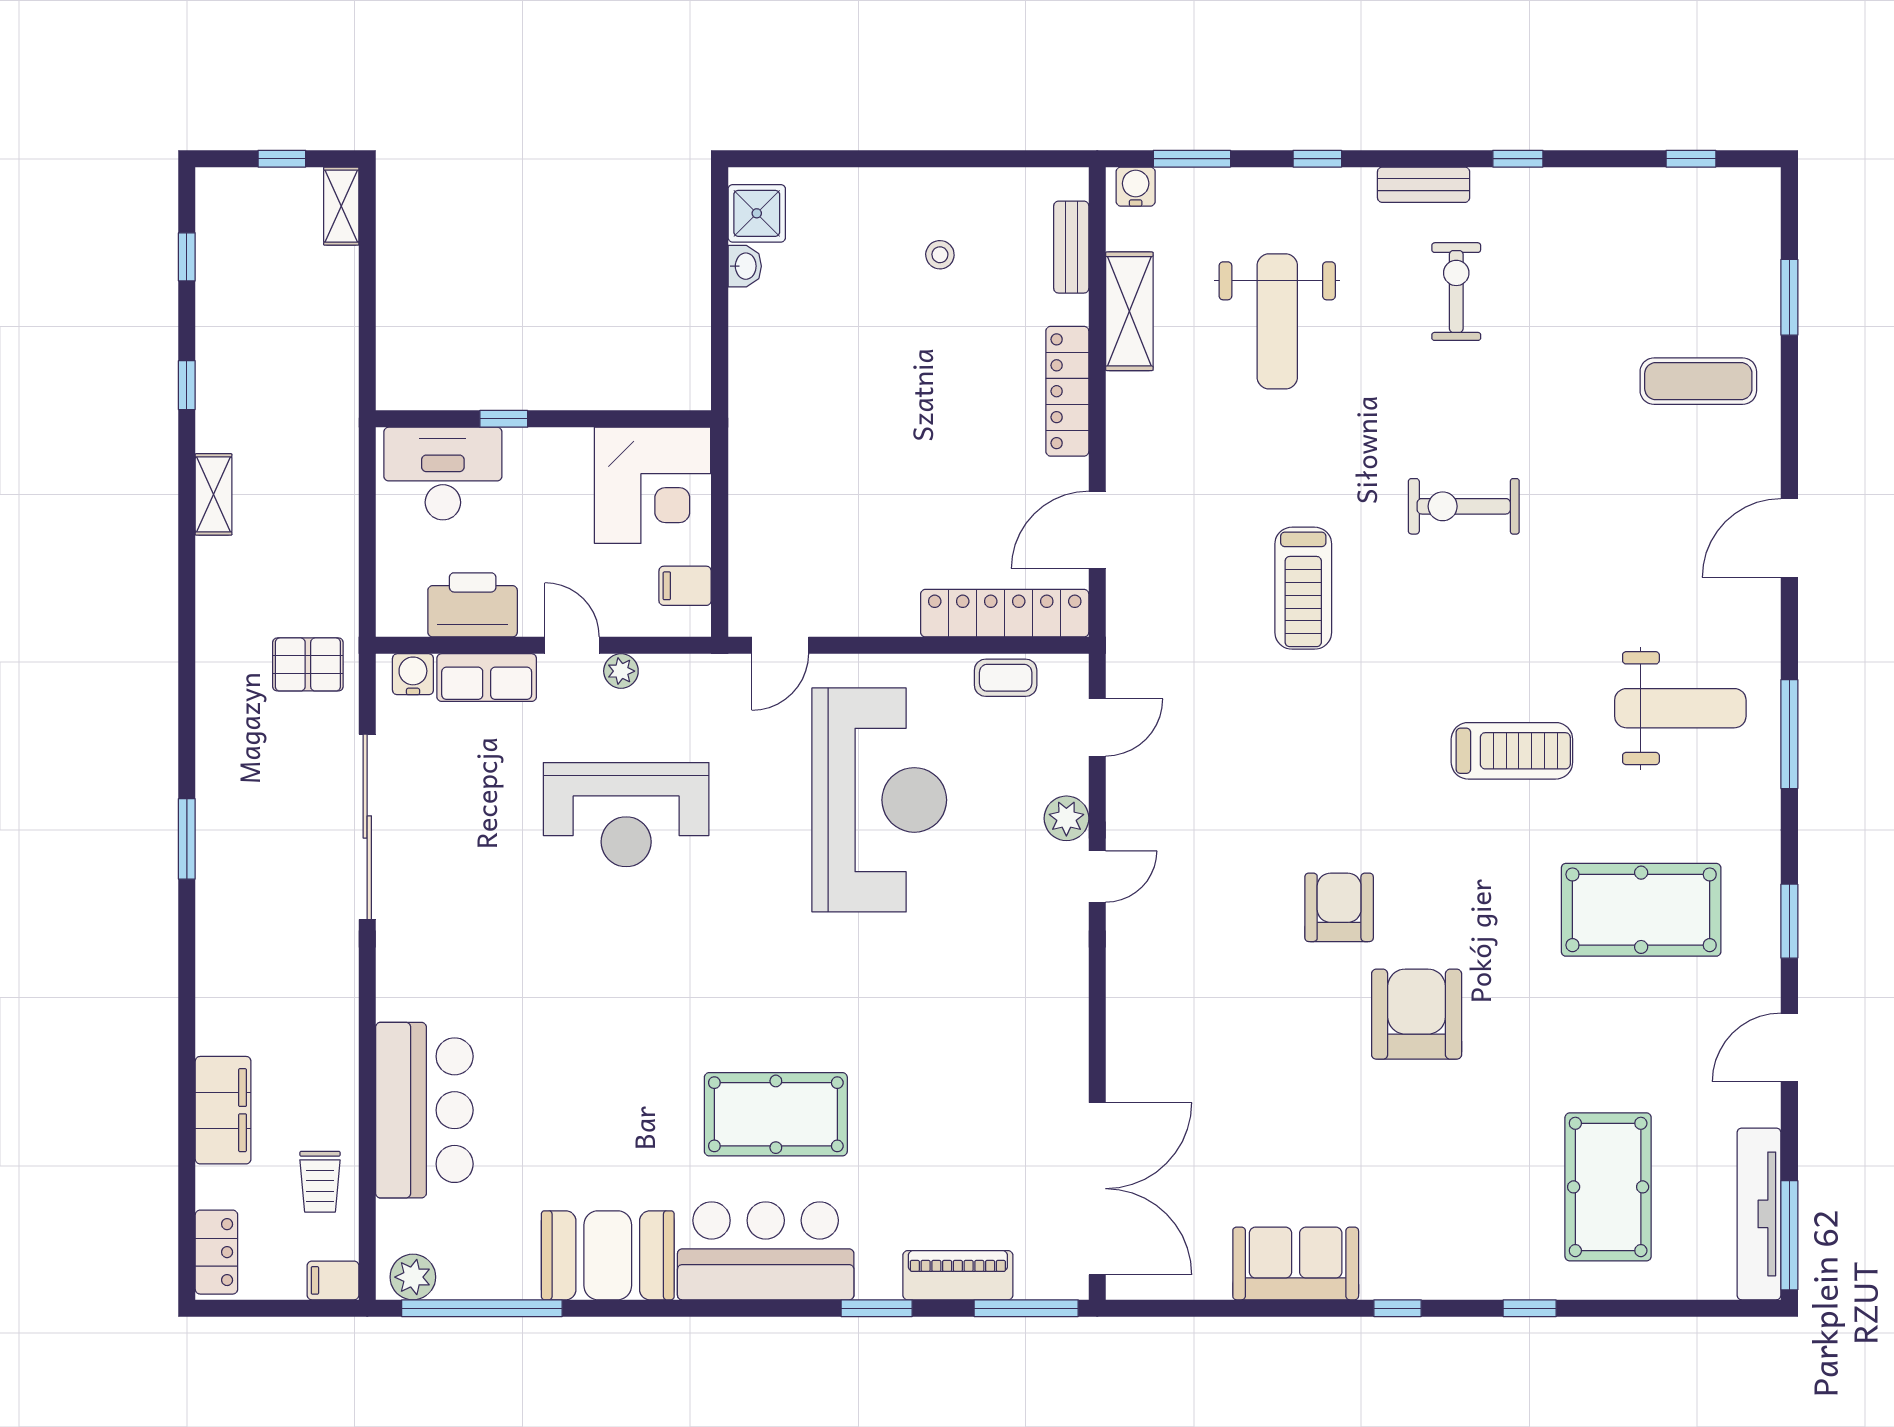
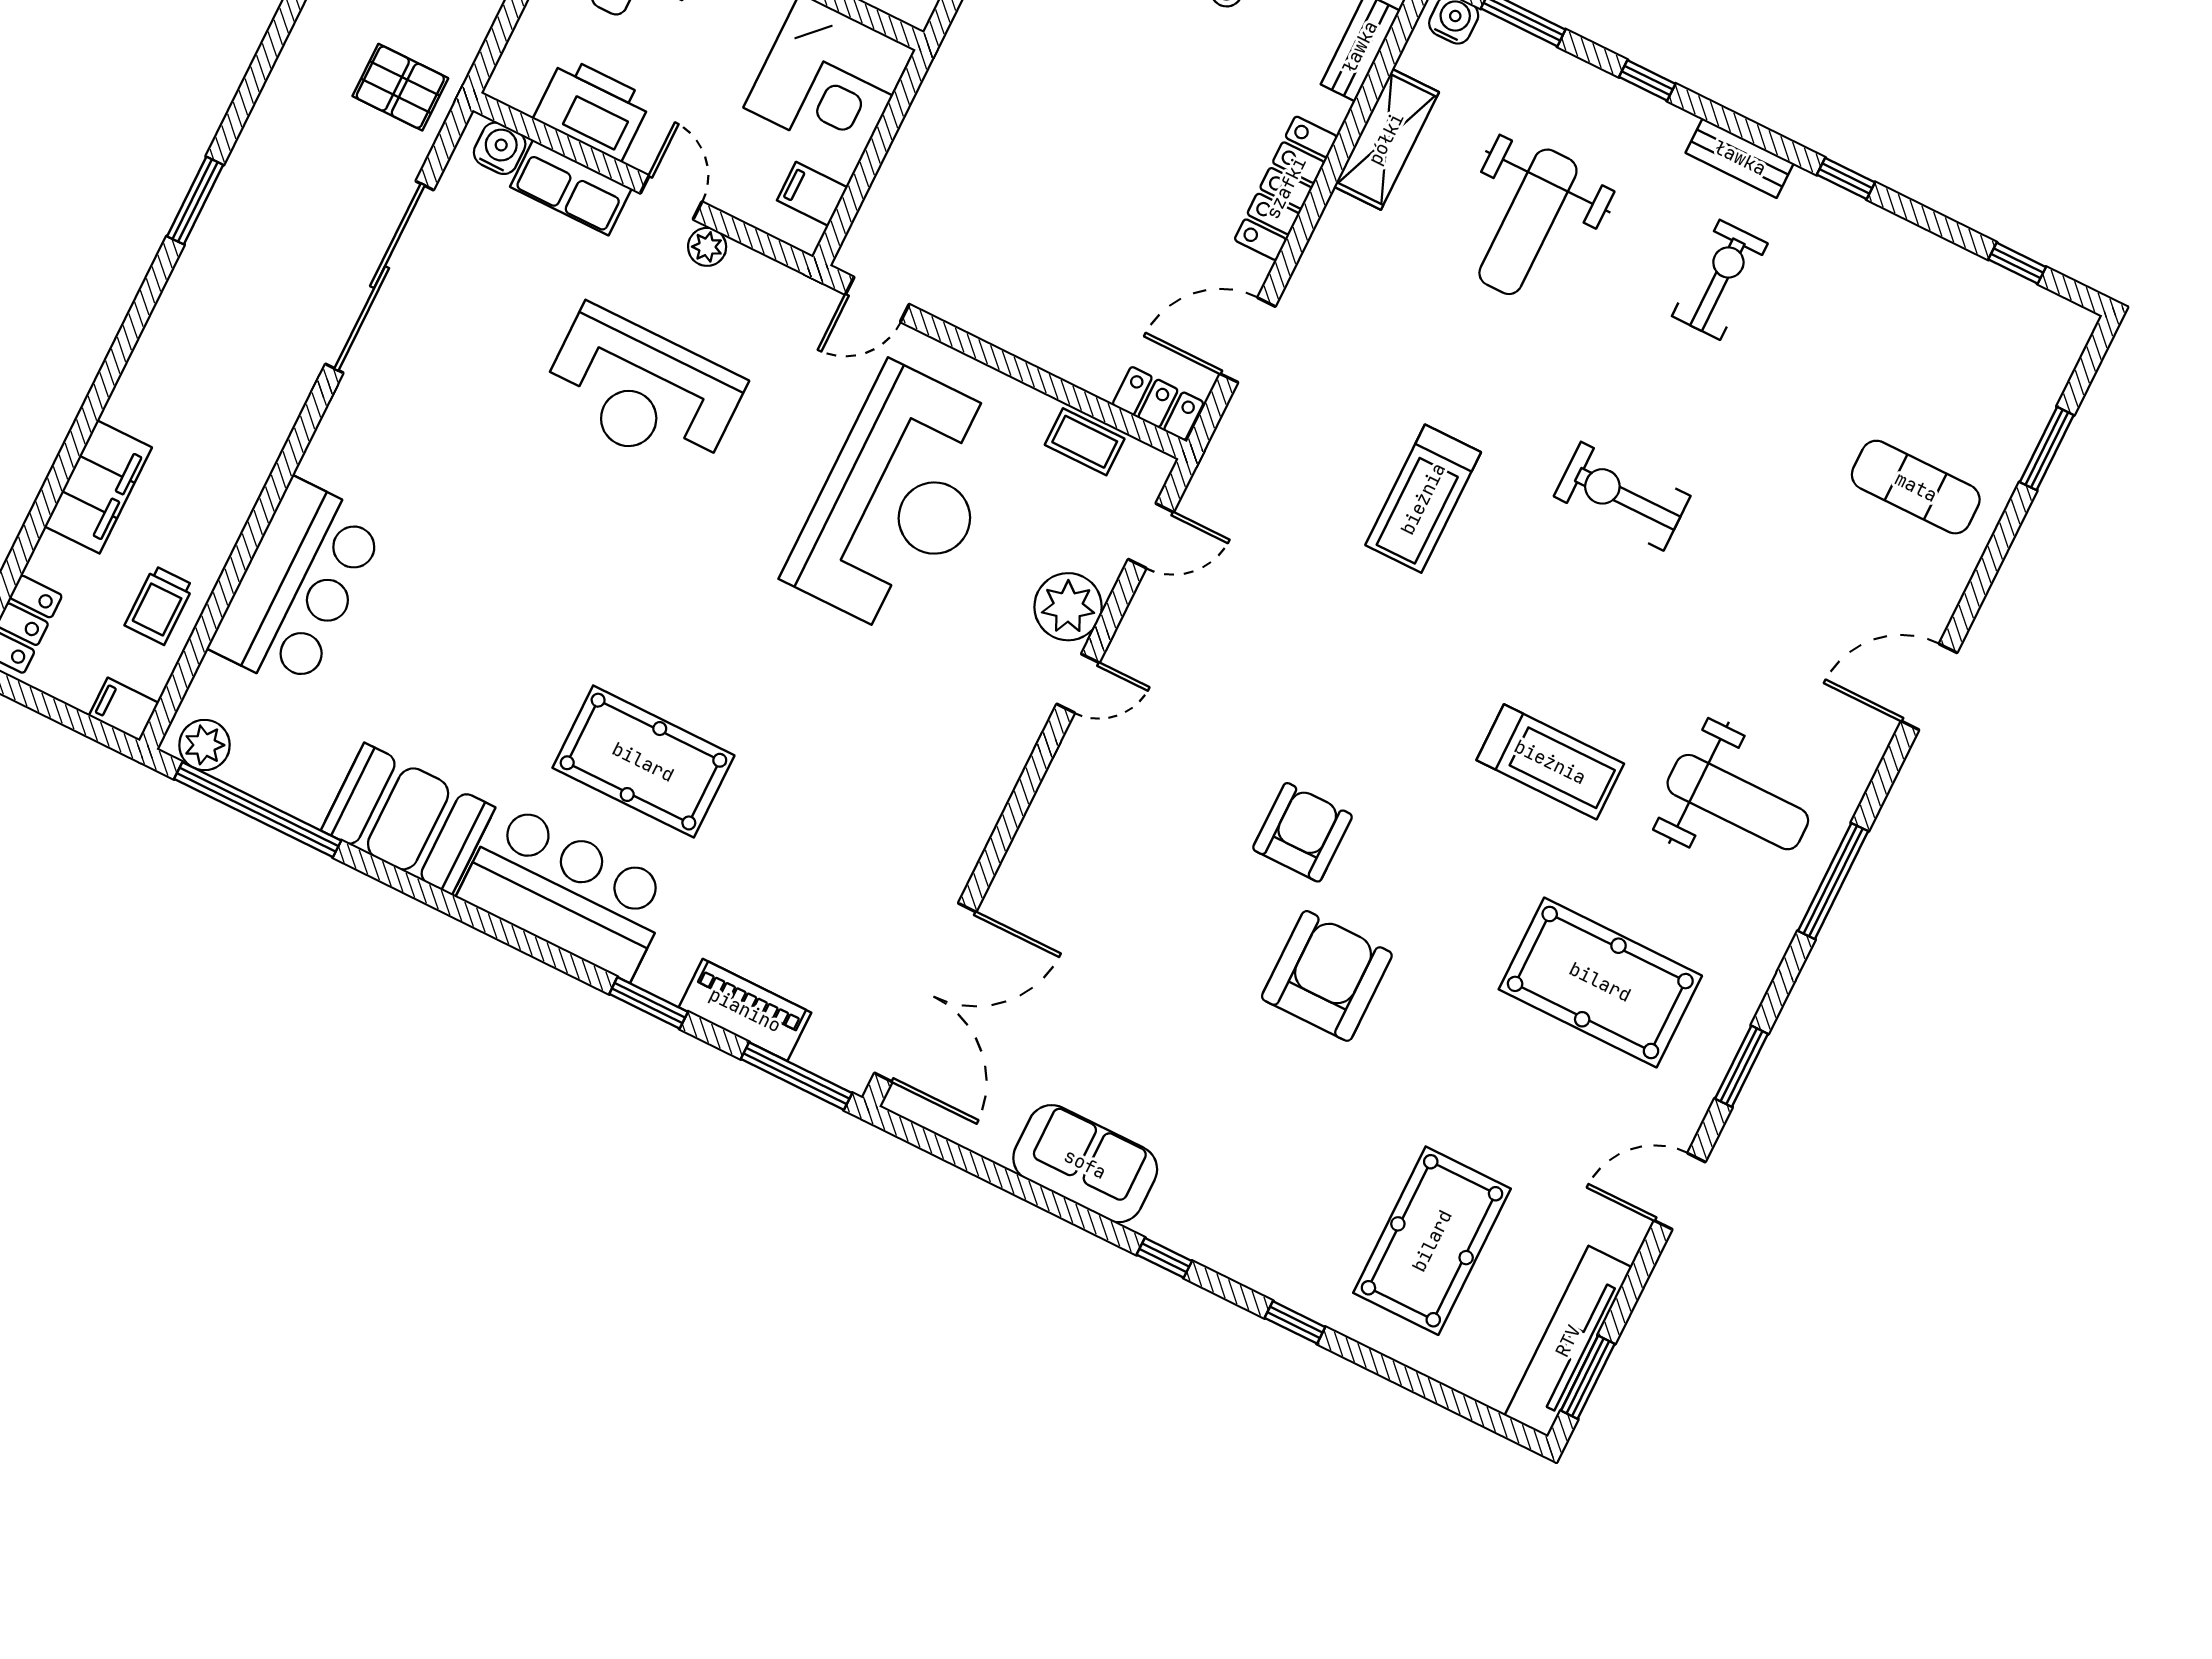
locker: (1005, 613) -> (1158, 404), width x0.46, depth x0.83
plant: (1066, 818) -> (1068, 607), width x1.36, depth x1.36
window: (1789, 1235) -> (1588, 1377), width x0.69

